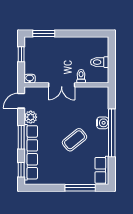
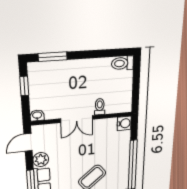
toilet: (100, 62) -> (123, 63), moved
water cooler: (103, 123) -> (124, 123), moved

